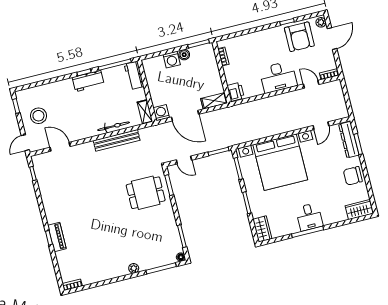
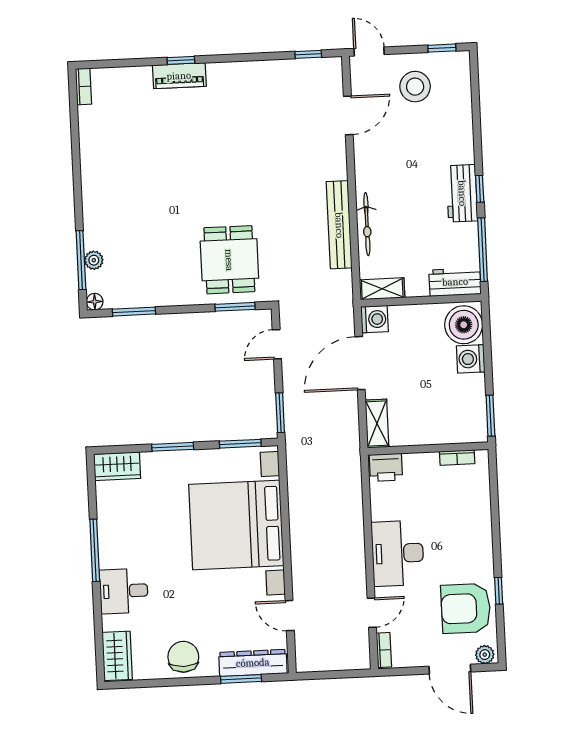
boiler: (184, 55) -> (464, 325), moved, width x1.86, depth x1.86
desk: (309, 217) -> (124, 591), moved
plant: (134, 268) -> (94, 260), moved

